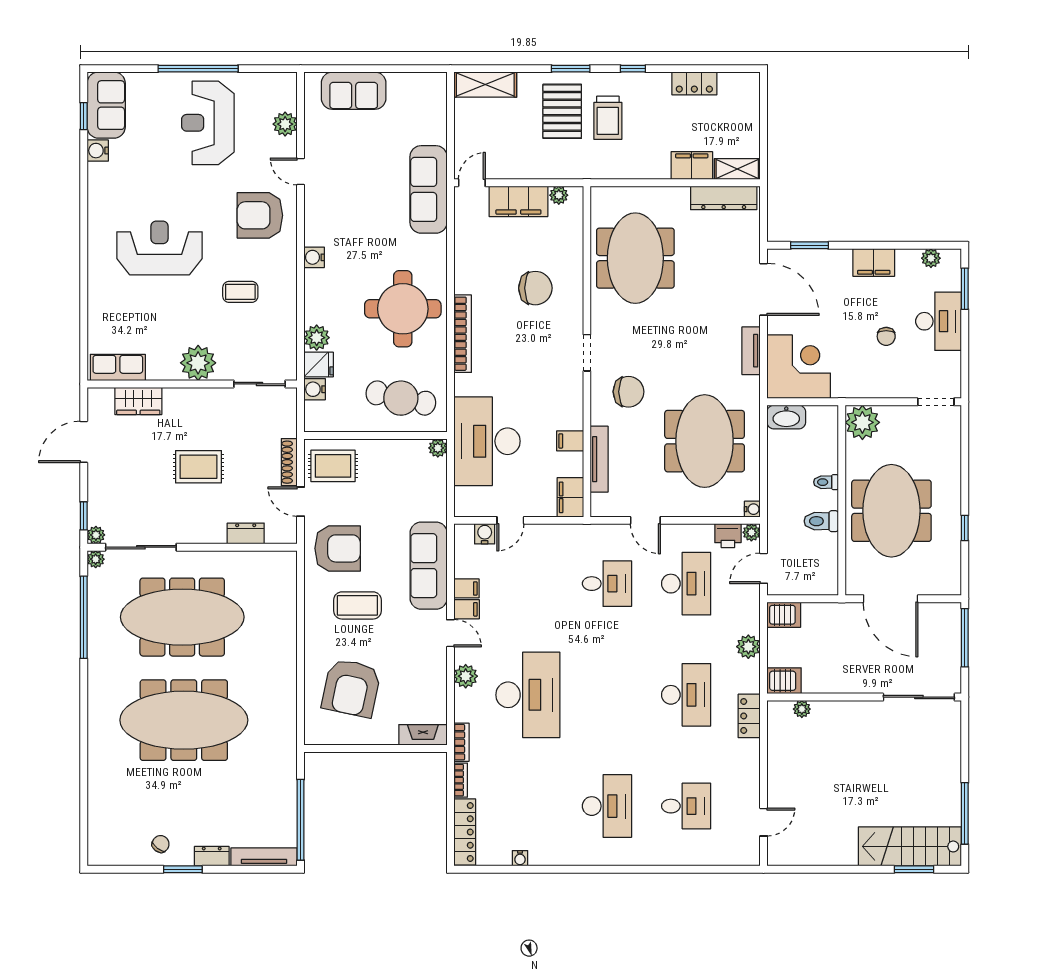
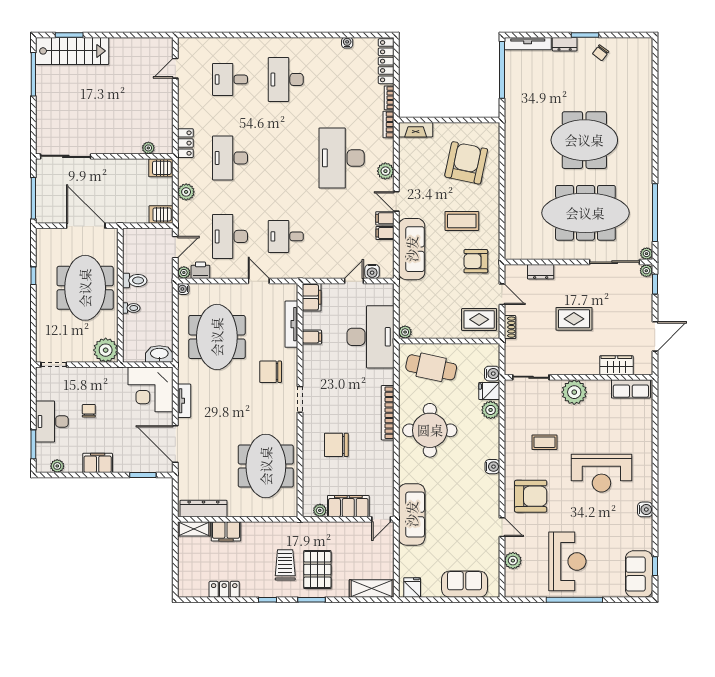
fridge: (428, 86) -> (412, 587), added
water cooler: (98, 151) -> (645, 509), moved
shoe rack: (289, 462) -> (510, 327), width x0.70
armchair: (338, 548) -> (476, 261), width x0.73, depth x0.73
meeting table: (184, 720) -> (584, 140), width x0.73

